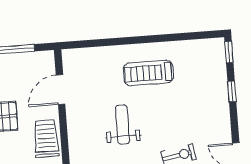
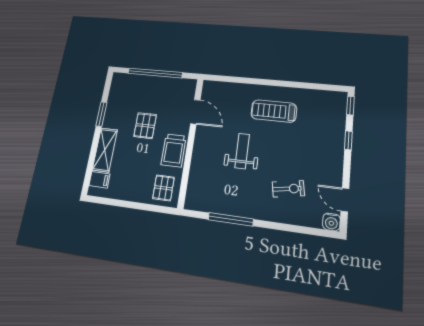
door: (61, 90) -> (195, 112), swing flipped
trolley: (46, 139) -> (174, 150), turned 180

